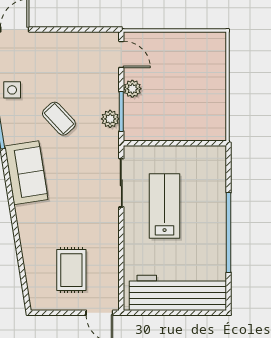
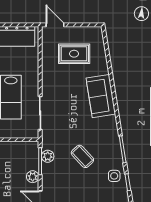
sofa: (26, 173) -> (101, 96), moved
rug: (71, 270) -> (74, 54), turned 90

